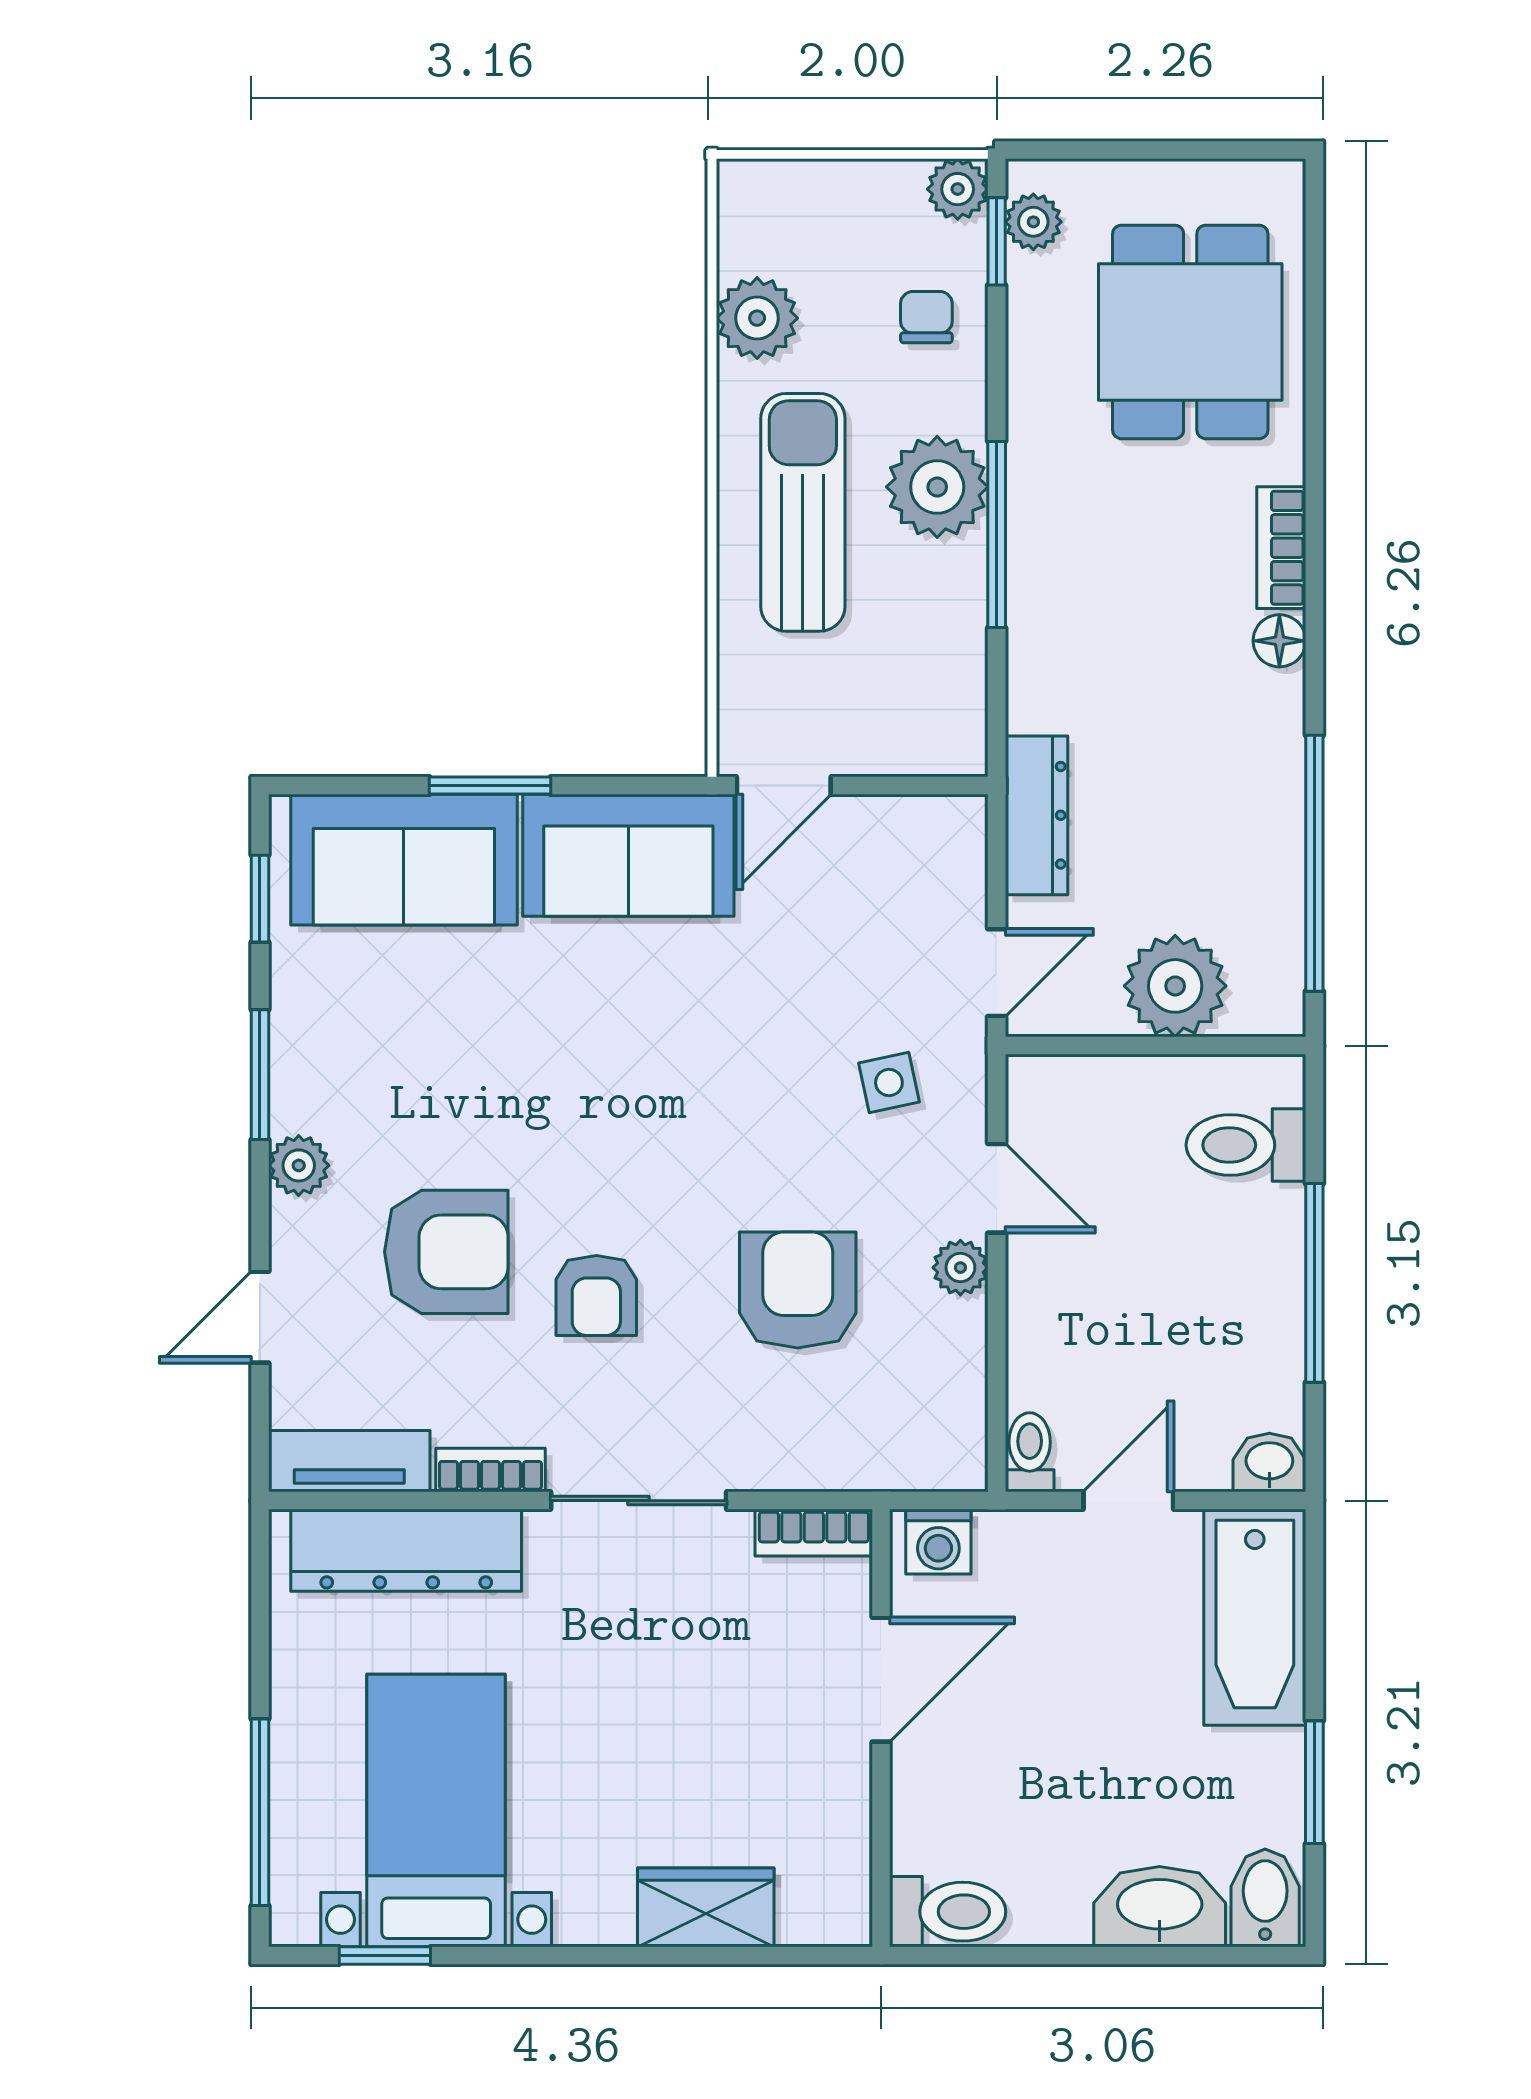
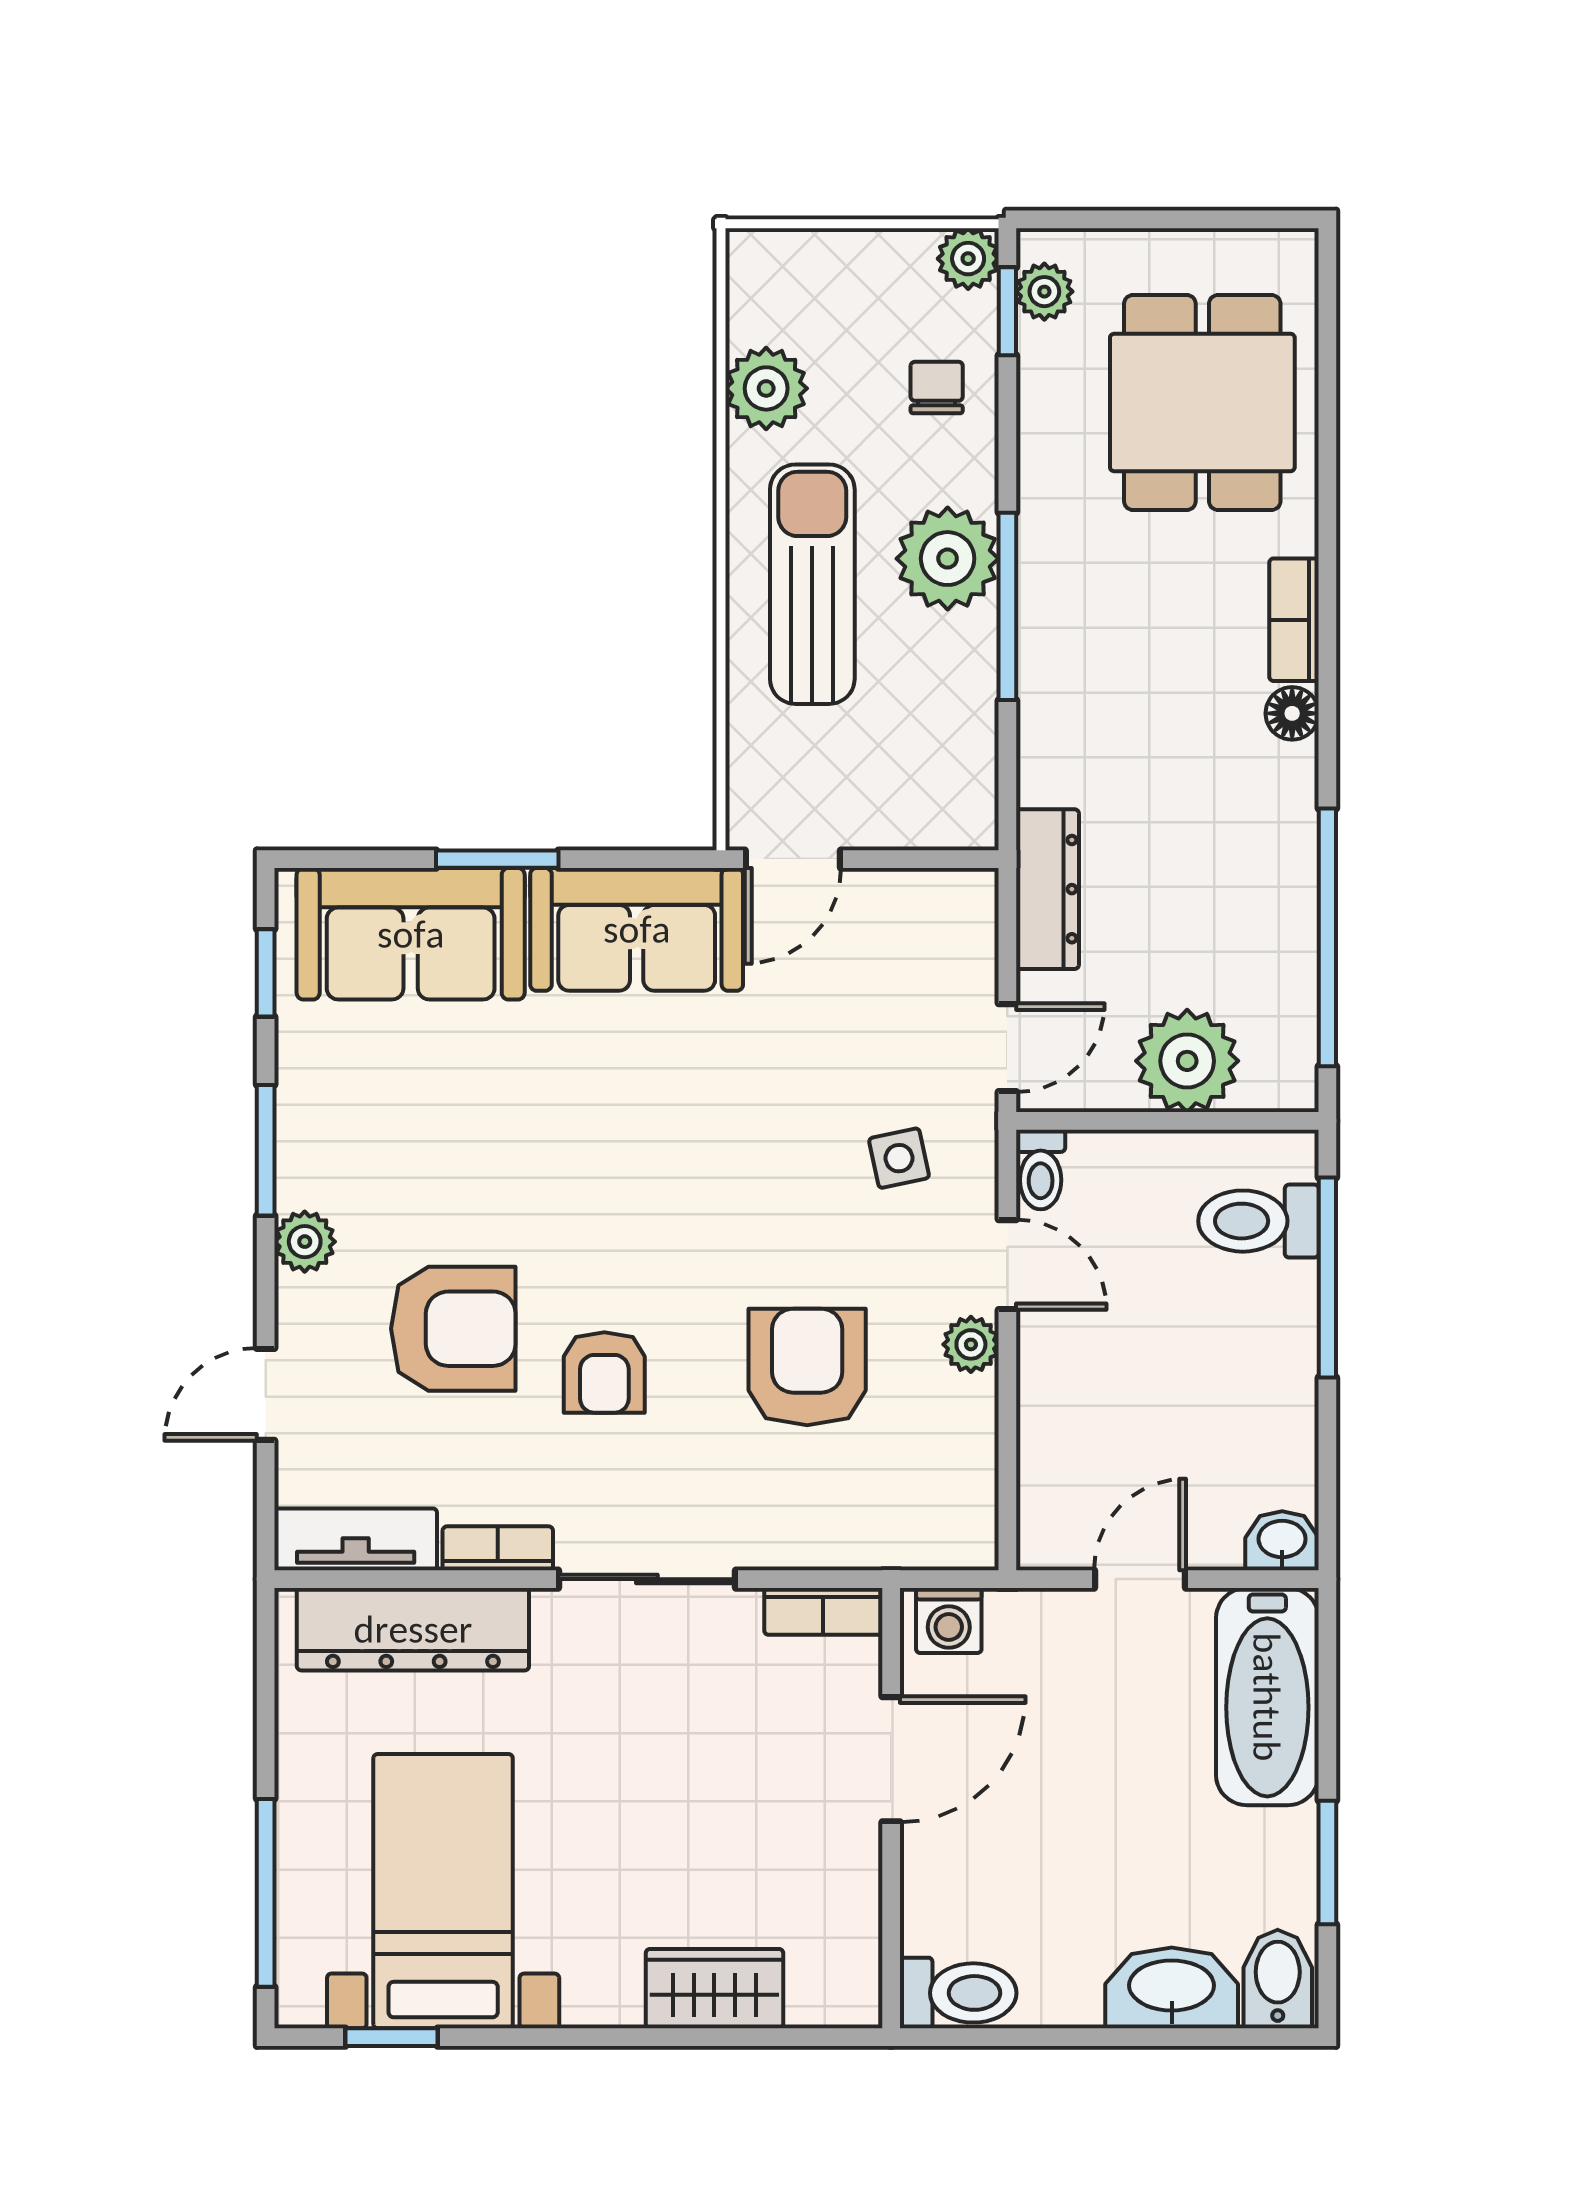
window: (1314, 1283) -> (1327, 1277), moved
toilet: (1030, 1452) -> (1041, 1170), moved, turned 180

